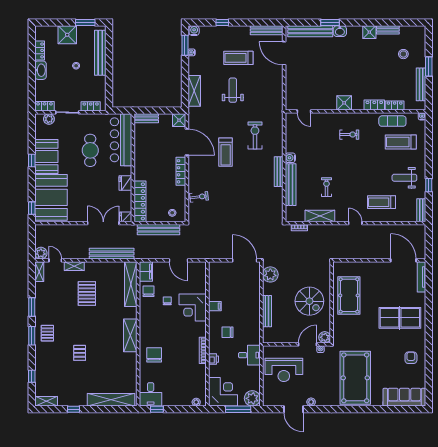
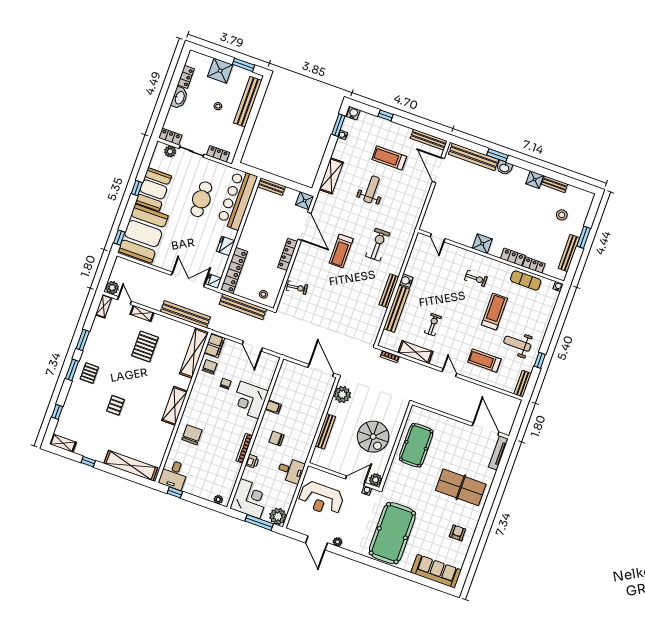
treadmill: (401, 142) -> (494, 312), moved, turned 90

